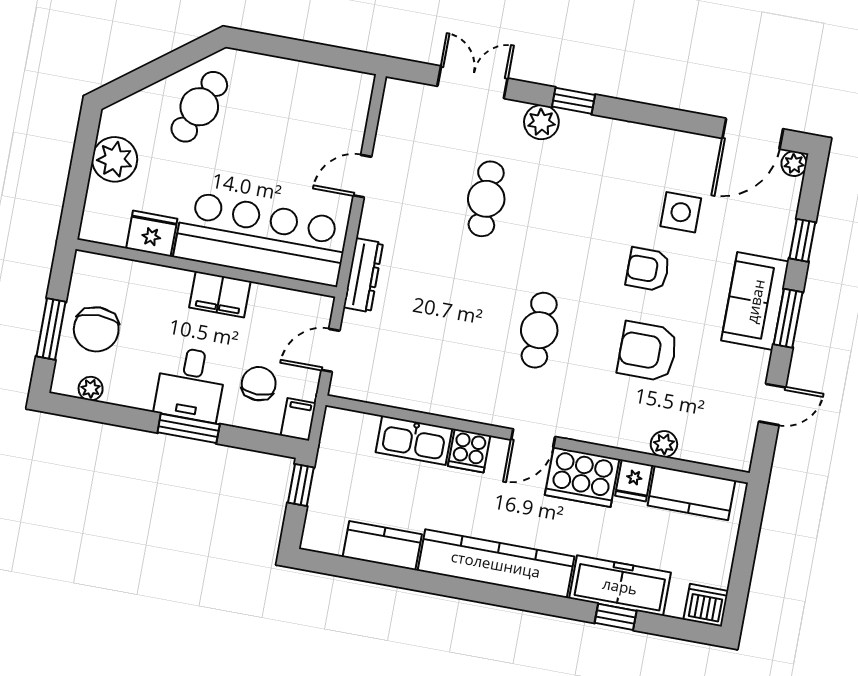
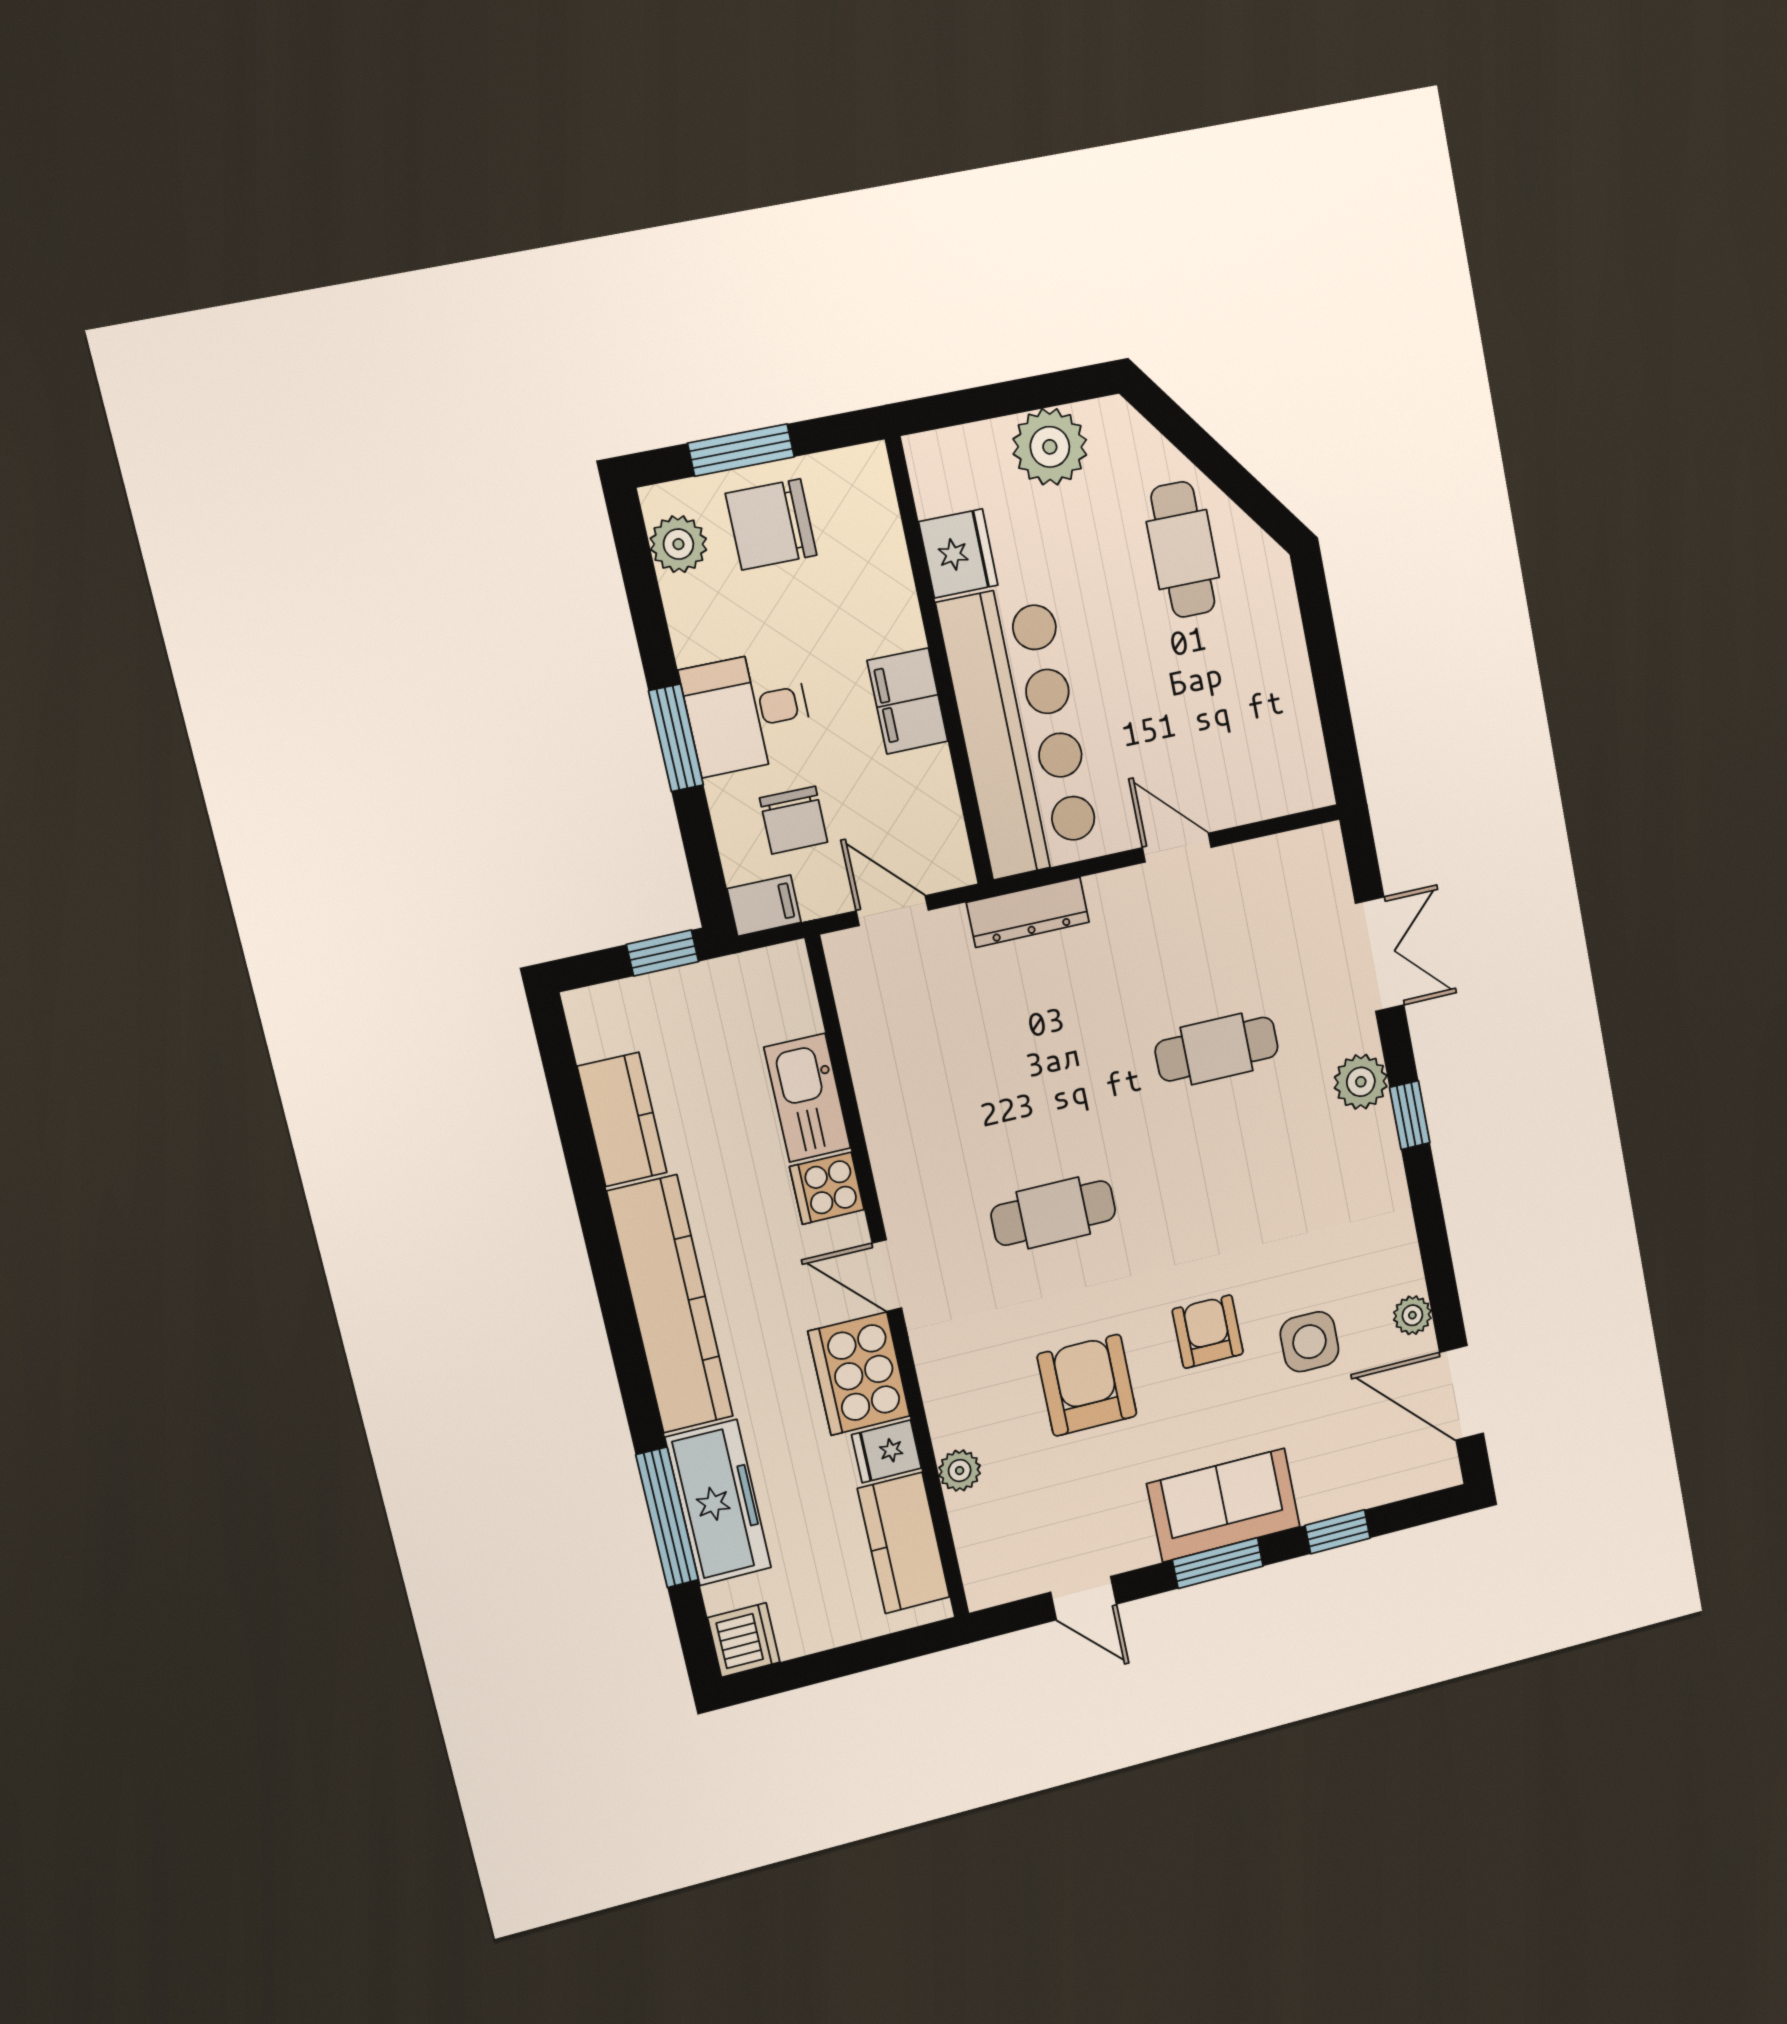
cafe table: (199, 107) -> (1183, 550), turned 67
plant: (794, 164) -> (1412, 1315), moved
chair: (259, 384) -> (794, 820), turned 90
plant: (91, 389) -> (678, 544), width x1.38, depth x1.38
window: (616, 617) -> (667, 1518), width x2.17

